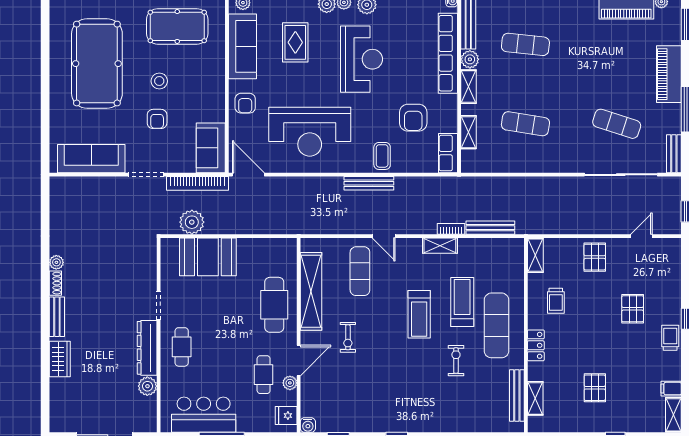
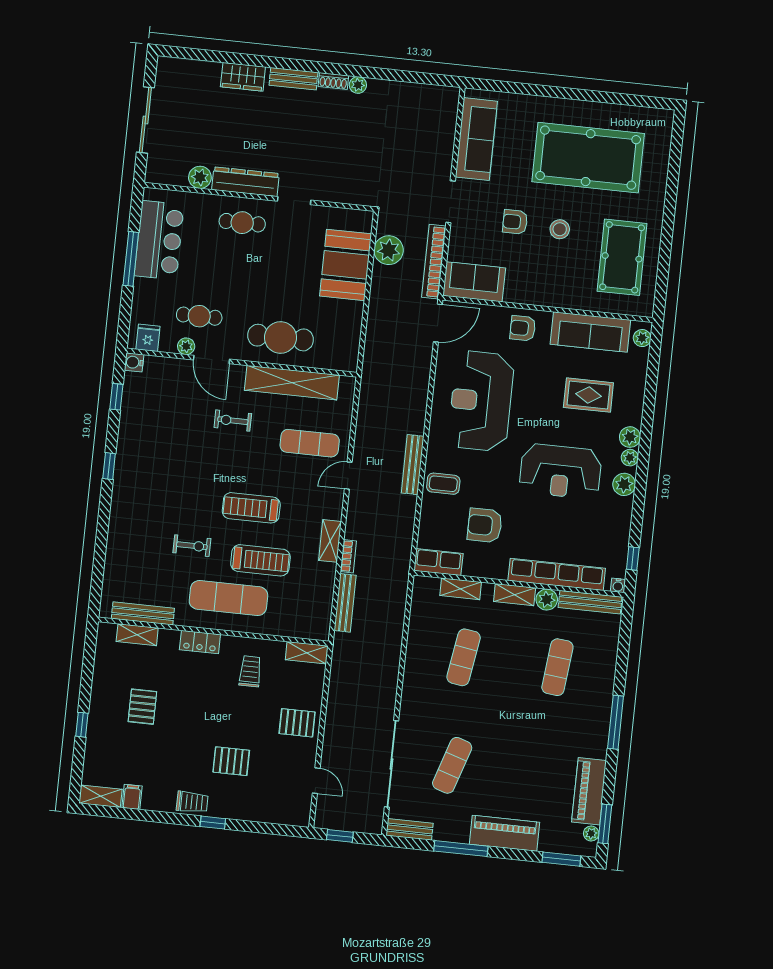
trolley: (556, 301) -> (250, 671), turned 90
pallet: (595, 388) -> (142, 707), turned 90

